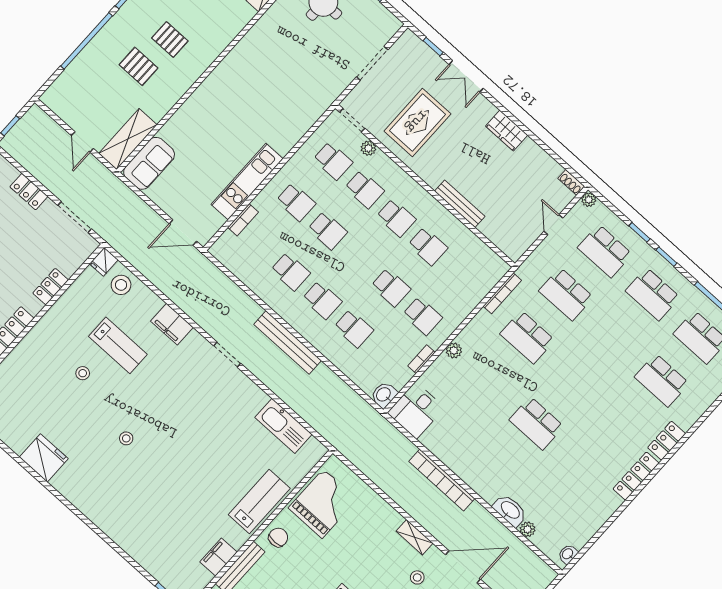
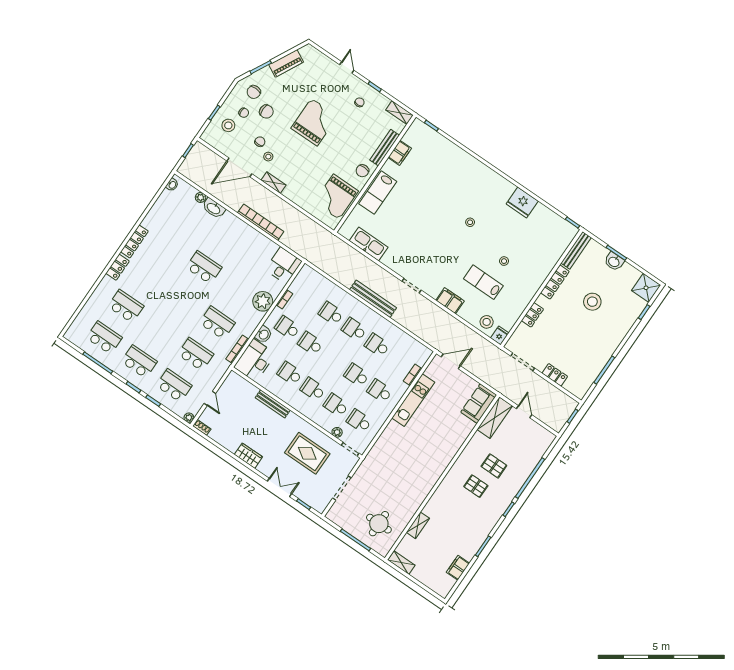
rug: (417, 122) -> (307, 453), turned 90
desk: (478, 273) -> (255, 360), added
plant: (454, 350) -> (263, 301), width x1.88, depth x1.88
washbasin: (384, 395) -> (263, 334), moved

